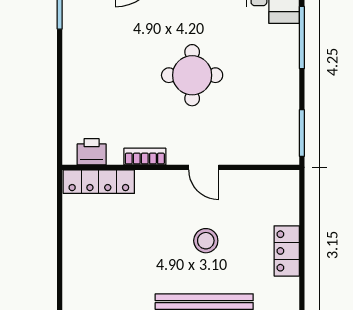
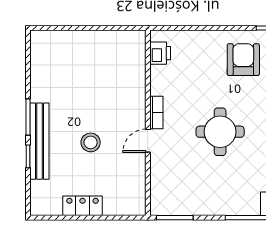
armchair: (100, 46) -> (243, 60), added
bookcase: (145, 157) -> (156, 113), moved
locker: (99, 182) -> (137, 59), removed

